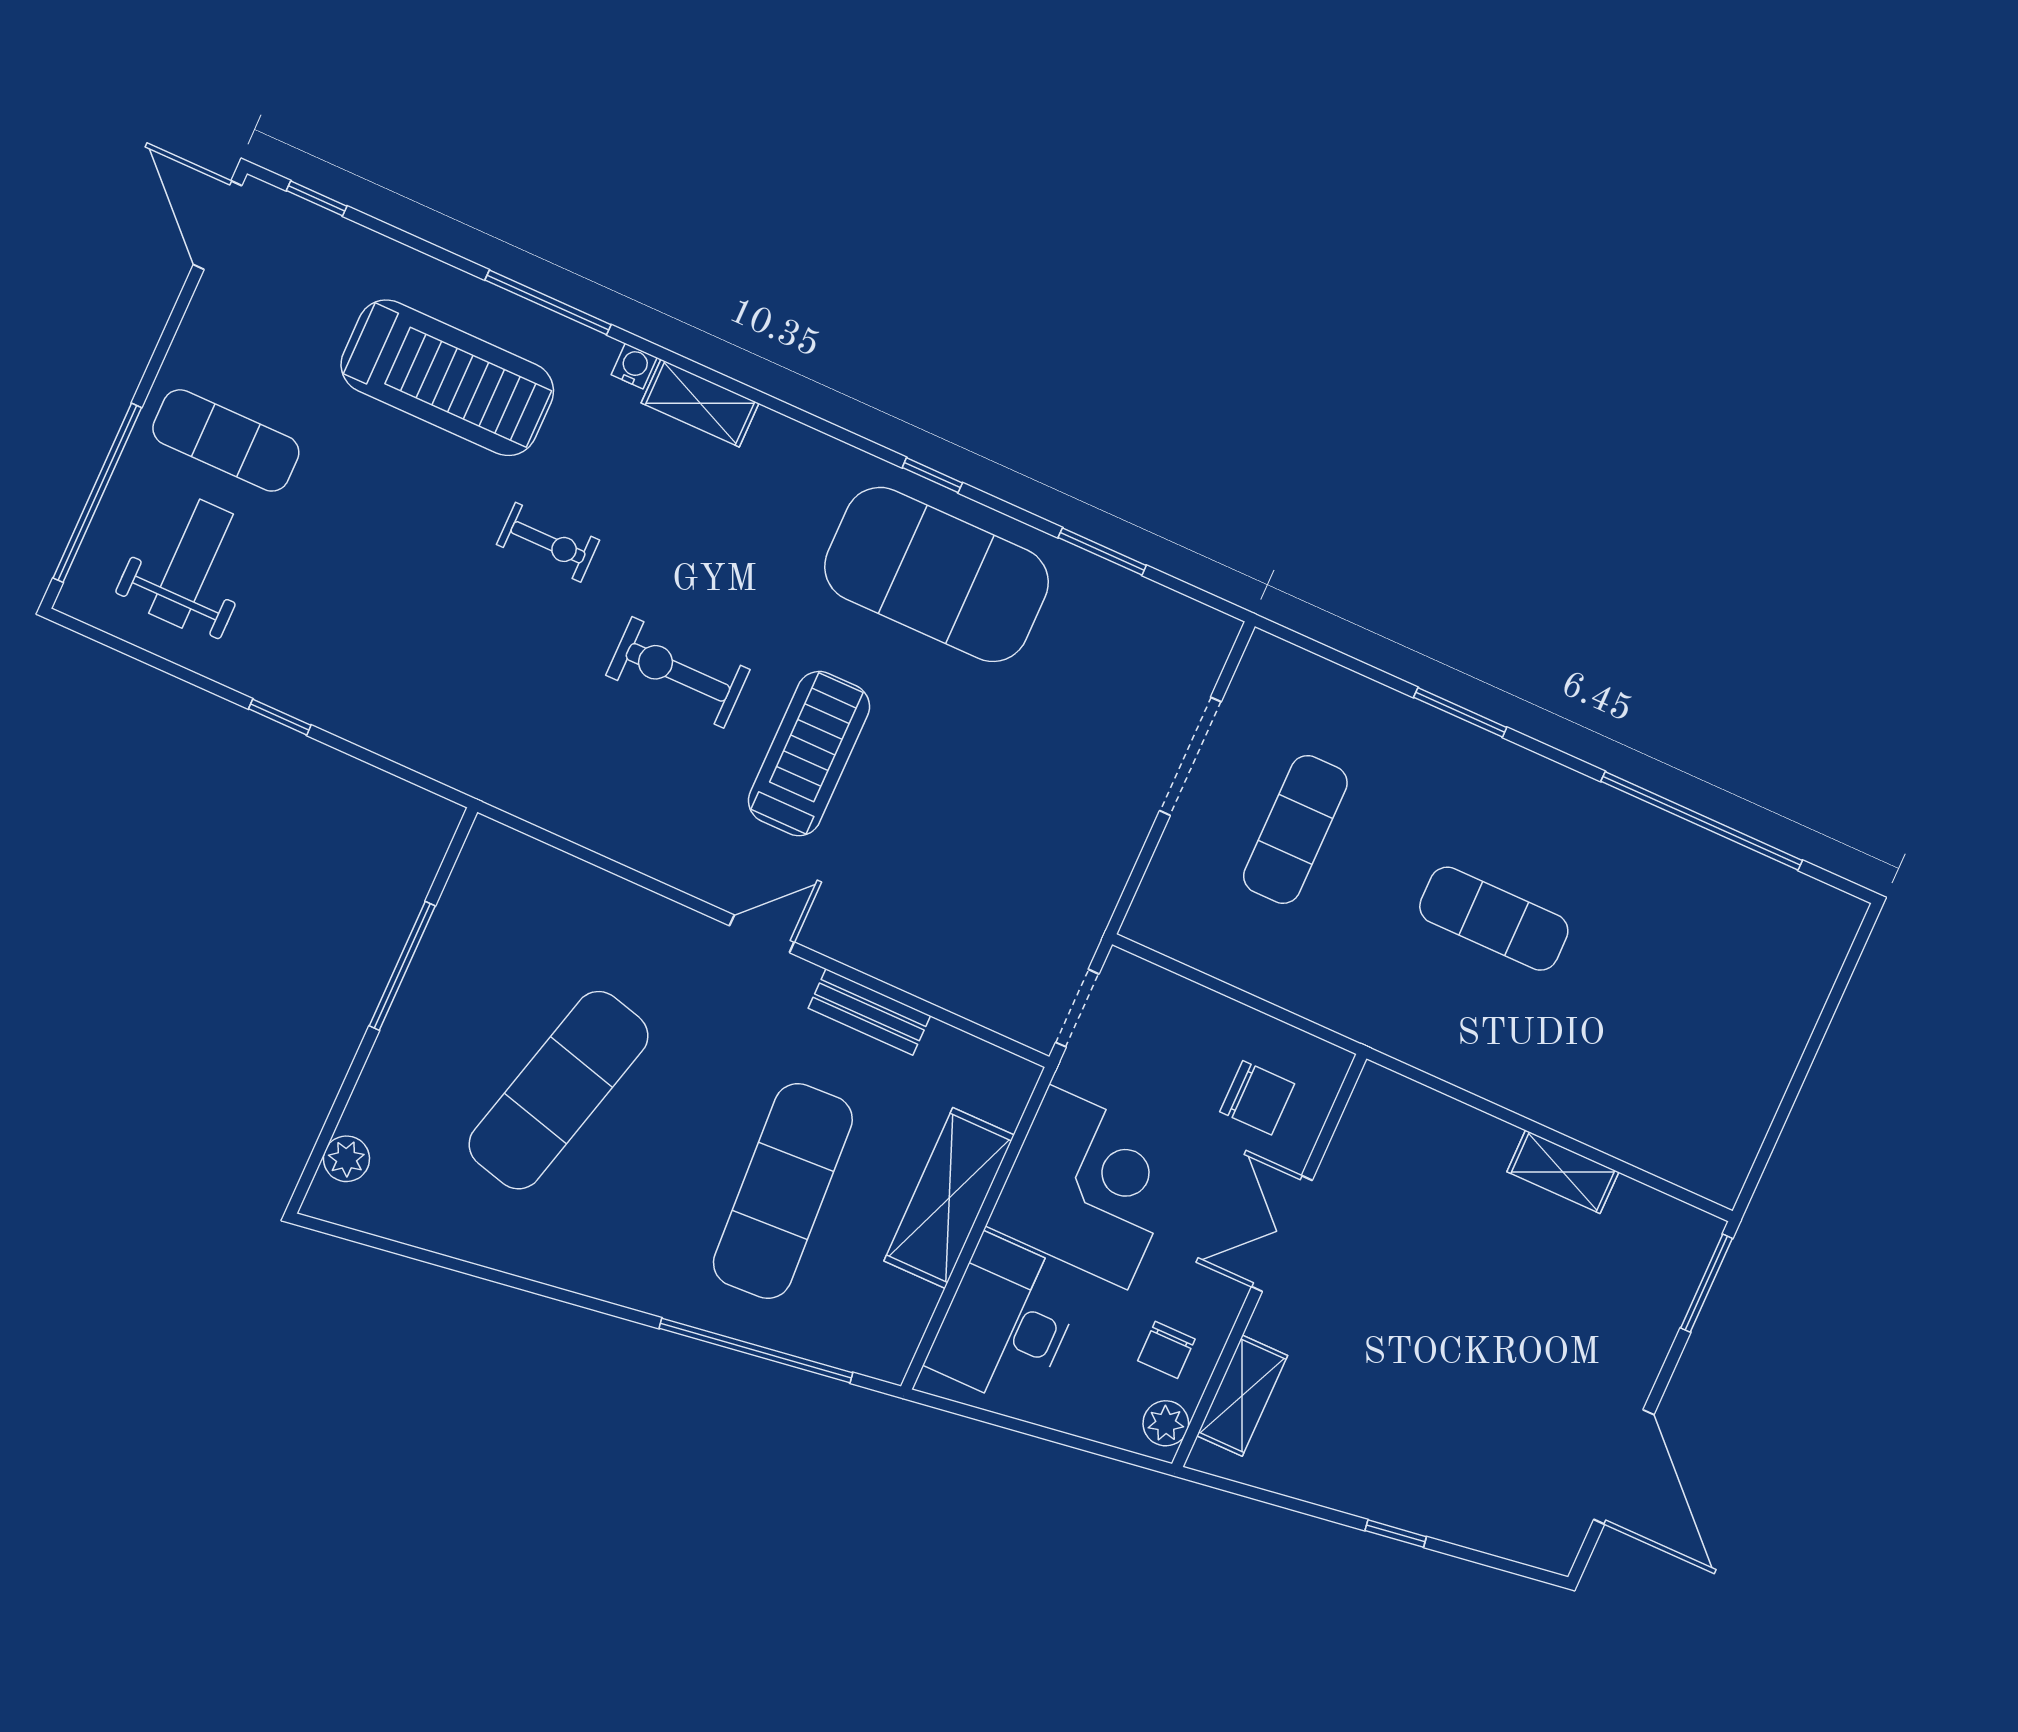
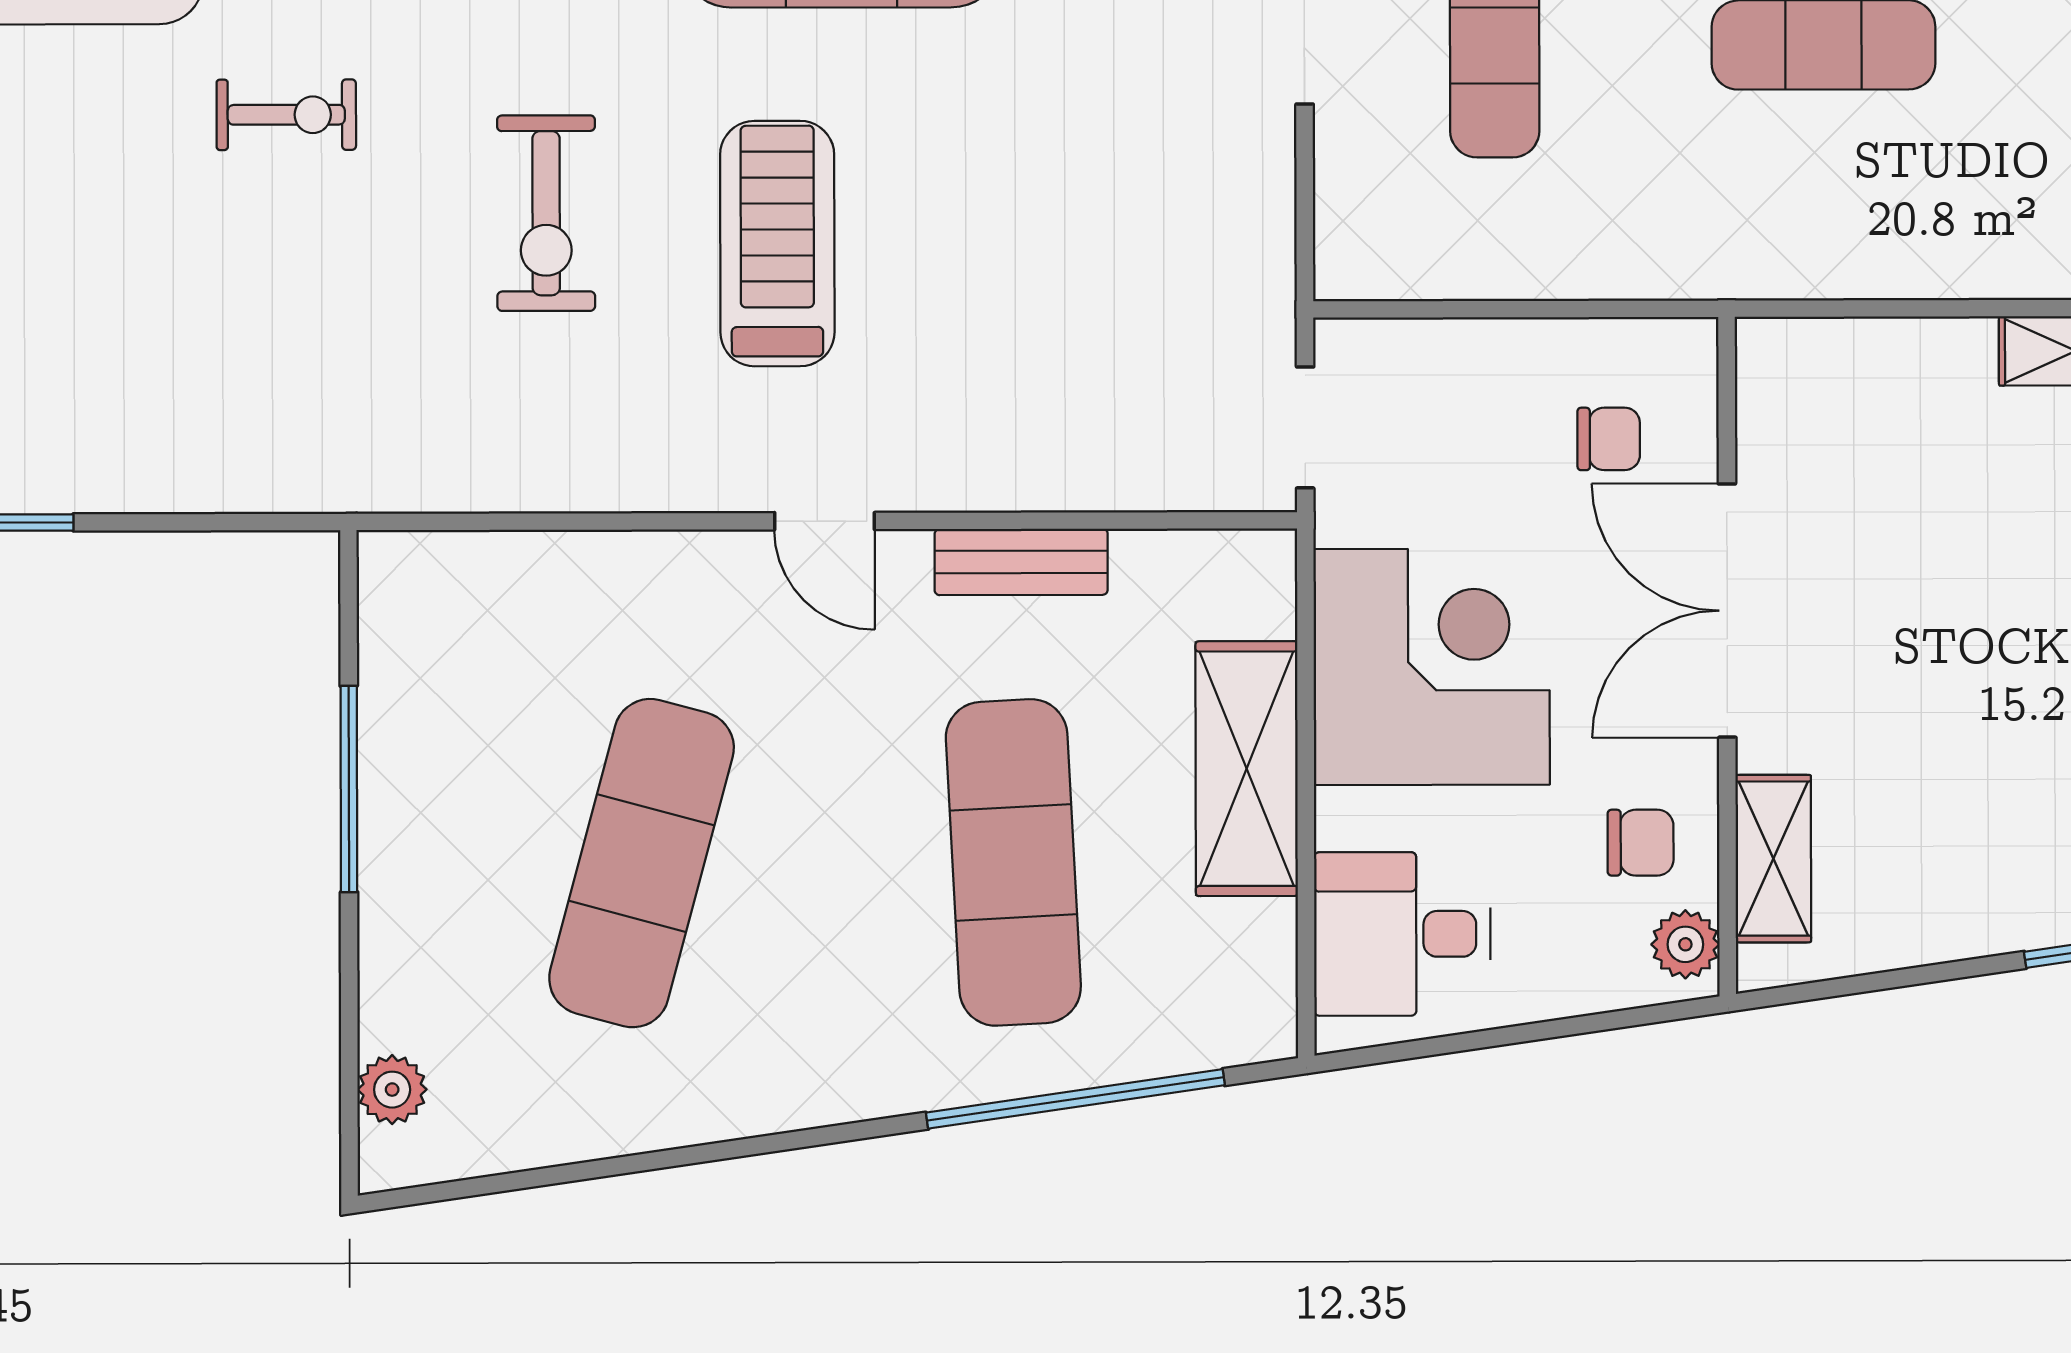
exercise bike: (678, 672) -> (546, 213), turned -90
door: (762, 934) -> (824, 521), swing flipped
chair: (1257, 1098) -> (1609, 439), width x0.73, depth x0.73
double door: (1282, 1233) -> (1727, 611), width x1.37
desk: (1006, 1322) -> (1402, 934), width x0.73
chair: (1166, 1350) -> (1641, 843), turned -90

